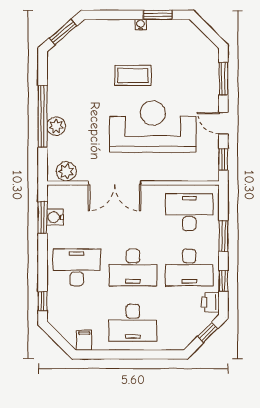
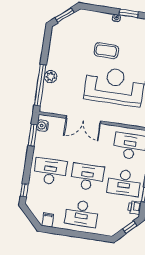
window: (43, 116) -> (40, 85), moved
plant: (66, 171) -> (53, 107), removed
water cooler: (55, 217) -> (42, 126), moved
desk: (133, 267) -> (87, 177), turned 180

